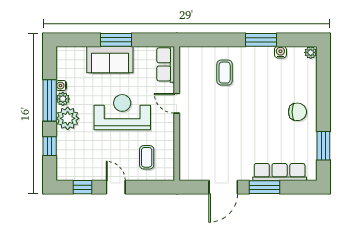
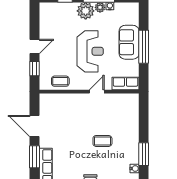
window: (116, 40) -> (144, 47), width x1.44
coffee table: (225, 73) -> (102, 141), moved
coffee table: (147, 157) -> (60, 81), moved
window: (82, 187) -> (35, 69), moved

